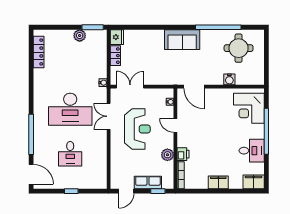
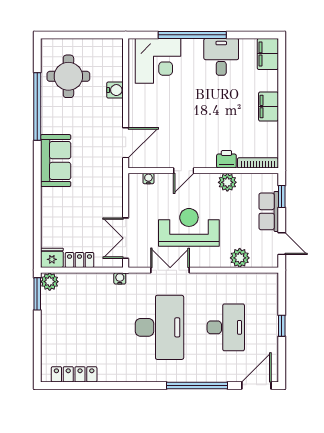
plant: (80, 36) -> (50, 282), moved
double door: (109, 116) -> (170, 270), swing flipped
desk: (70, 154) -> (226, 327), width x1.37
plant: (117, 163) -> (240, 258), added

